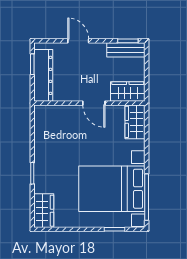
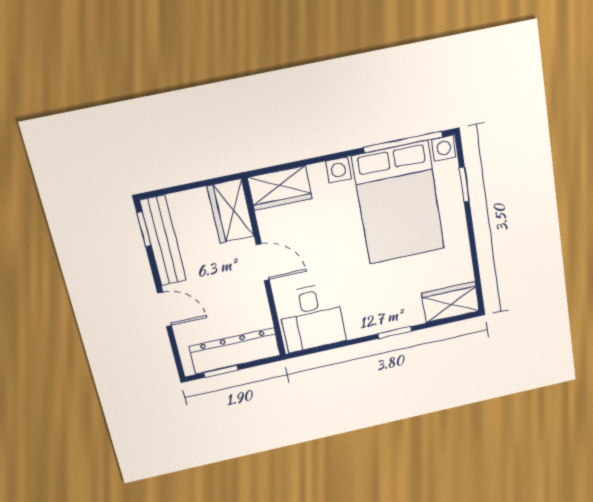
door: (78, 41) -> (165, 309), swing flipped
bench: (126, 50) -> (163, 241), width x1.36
door: (94, 103) -> (263, 262), hinge flipped
desk: (53, 125) -> (312, 318), added

